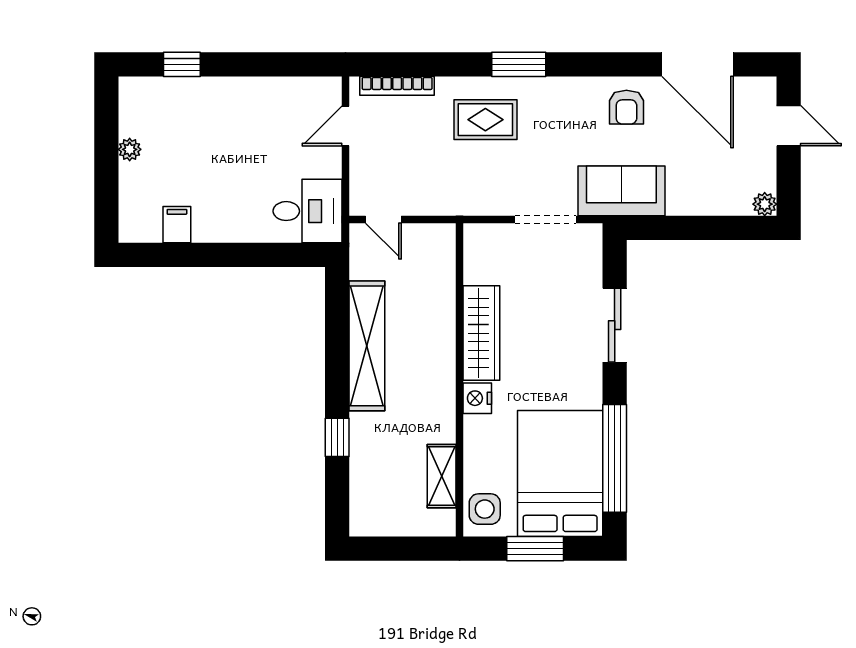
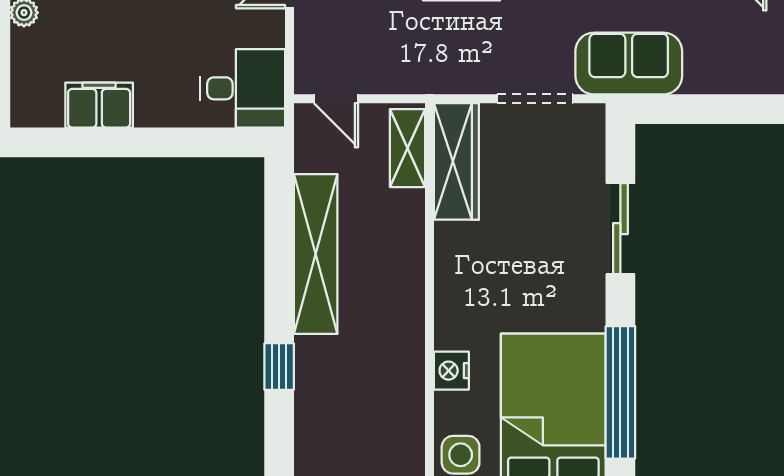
filing cabinet: (177, 225) -> (99, 105), width x2.00
wardrobe: (481, 333) -> (456, 161), moved
nightstand: (477, 398) -> (451, 371), moved
shelving: (442, 476) -> (408, 148), moved

